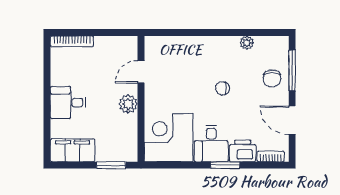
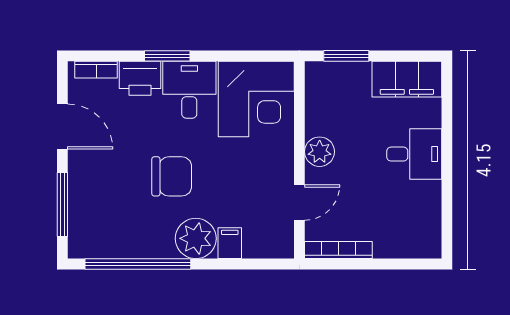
window: (244, 33) -> (138, 264), added
bookcase: (72, 41) -> (338, 250), moved
plant: (247, 43) -> (196, 238), moved, width x1.88, depth x1.88
filing cabinet: (185, 46) -> (230, 243), added
chair: (272, 78) -> (94, 192), removed
chair: (222, 88) -> (172, 176), width x1.87, depth x1.87

